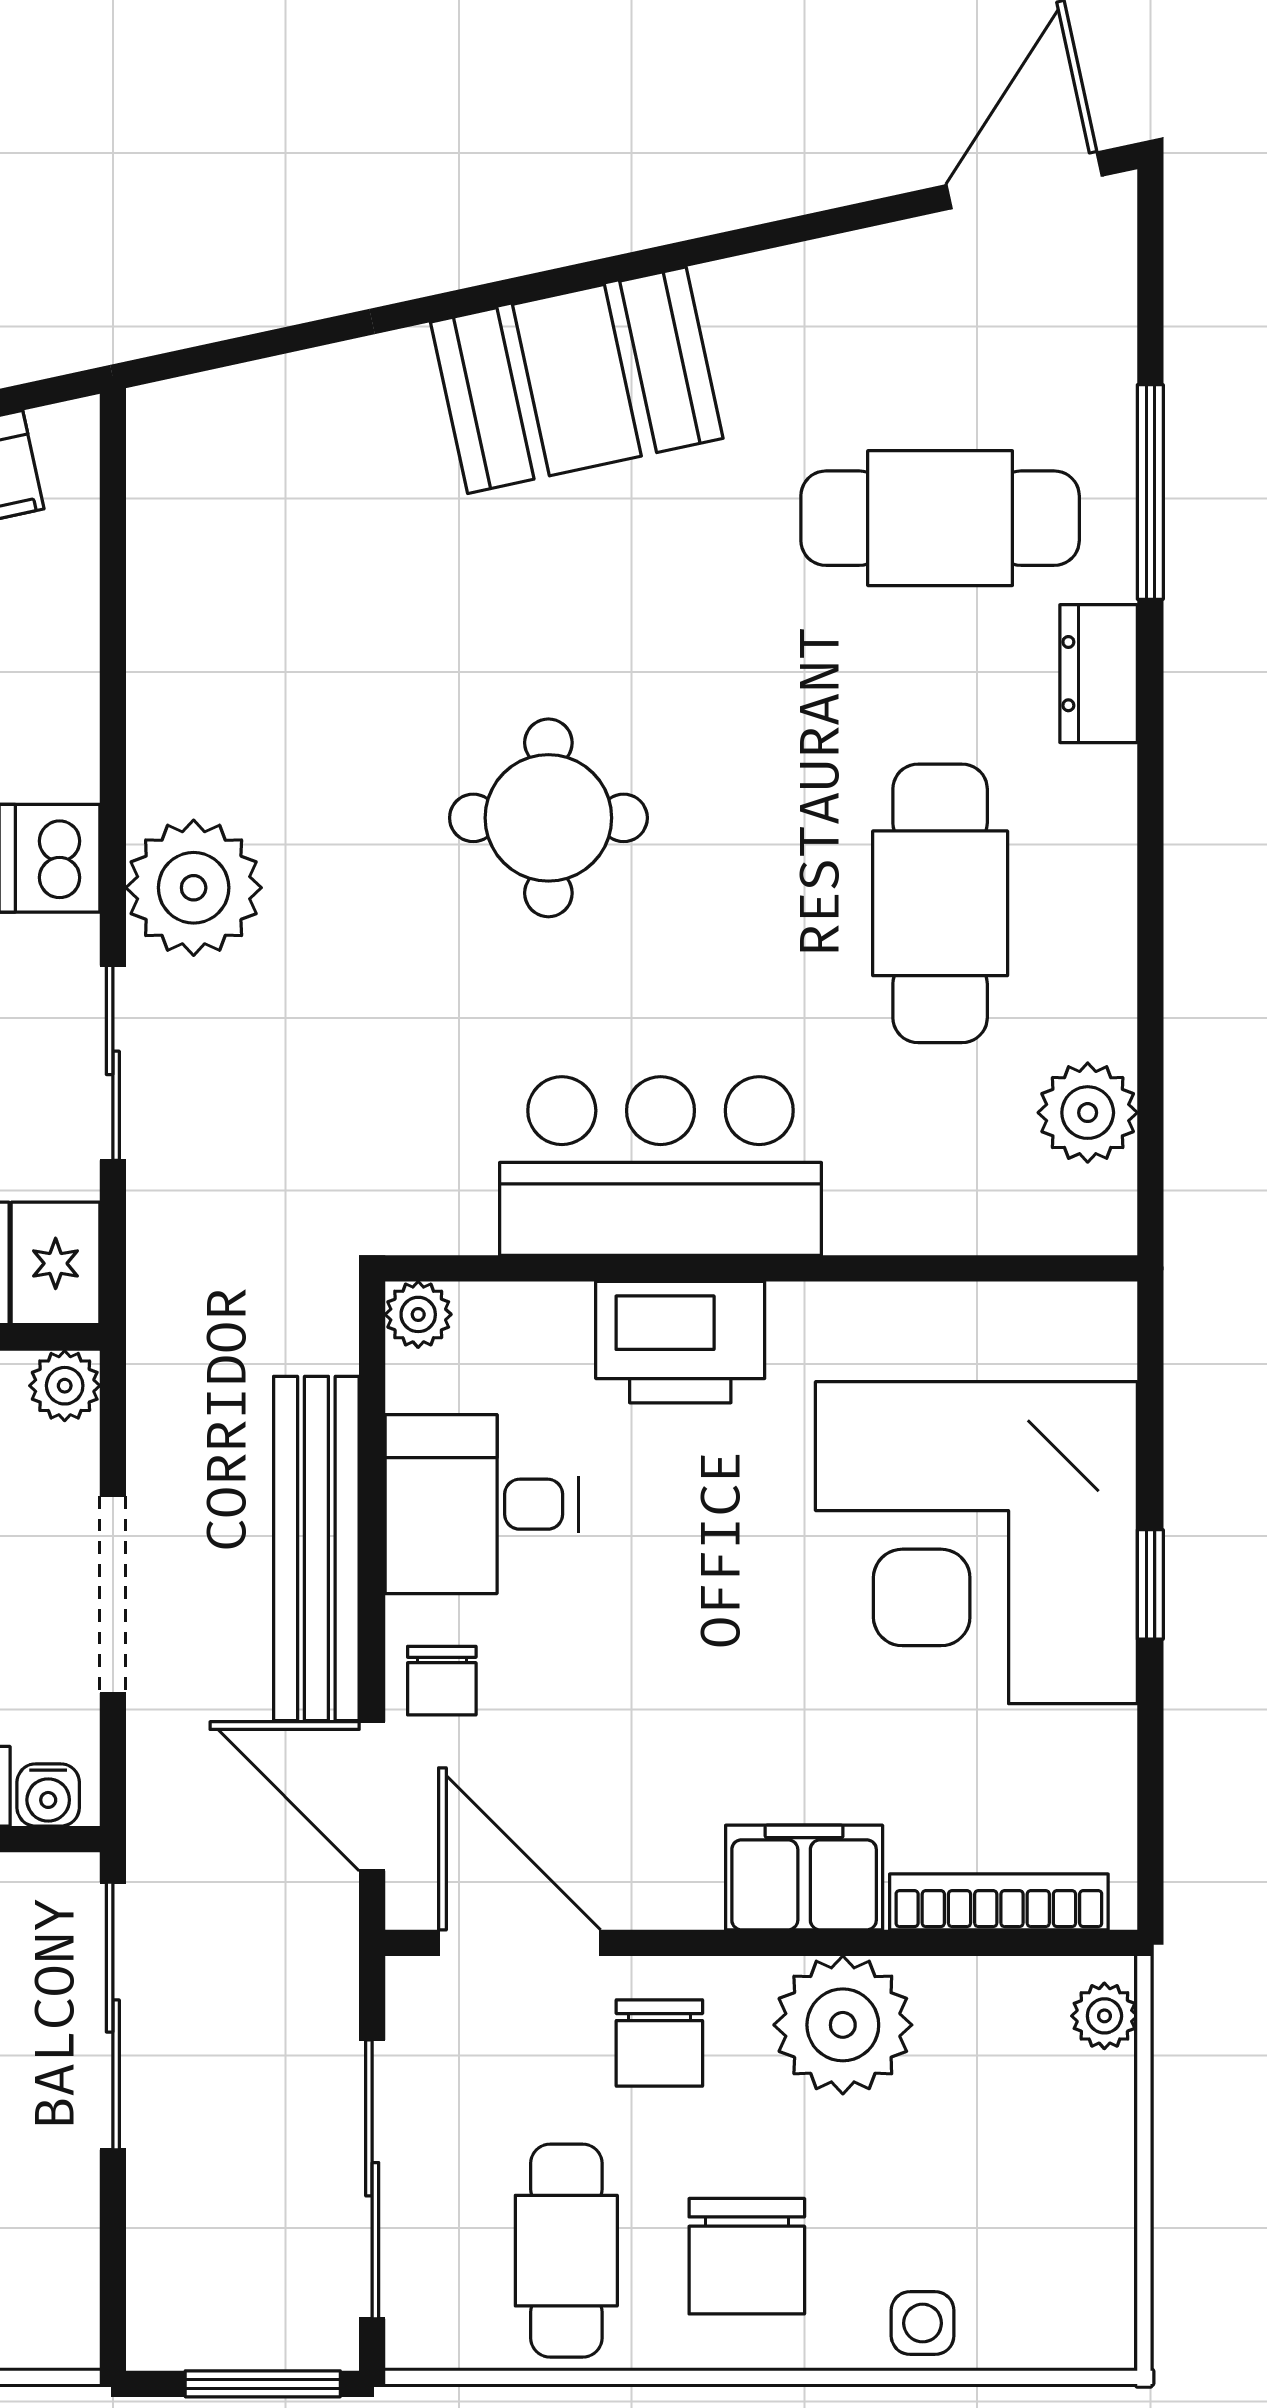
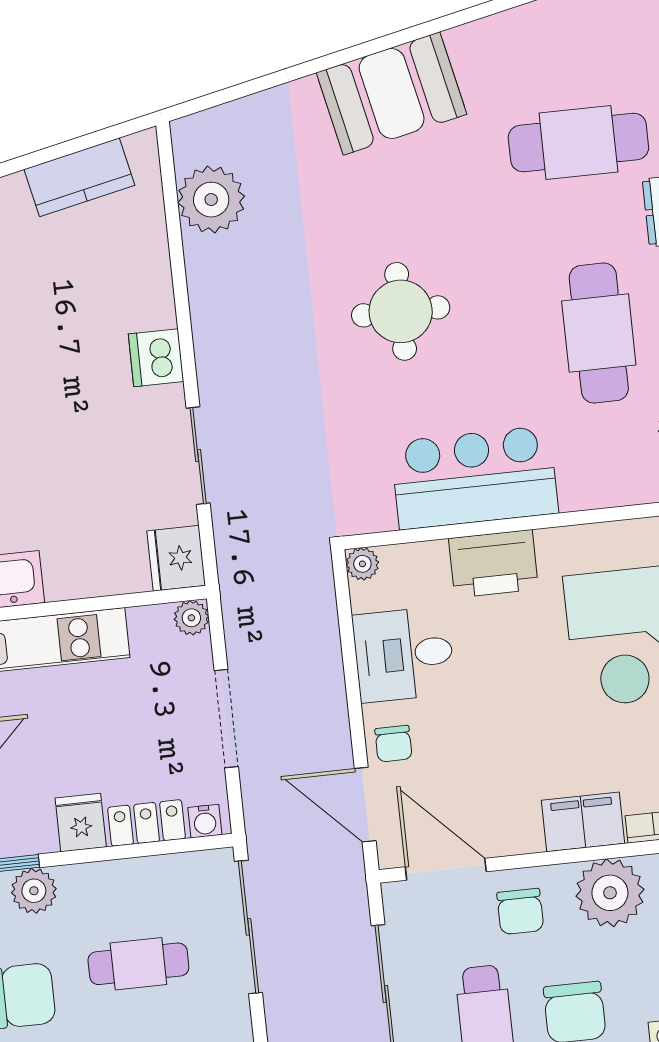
plant: (194, 888) -> (211, 200), moved
bench: (316, 1548) -> (324, 685), removed

